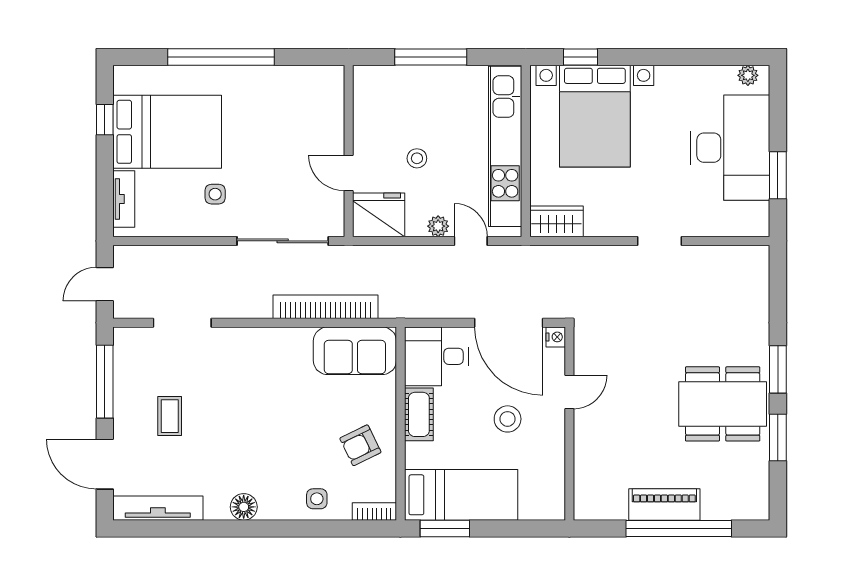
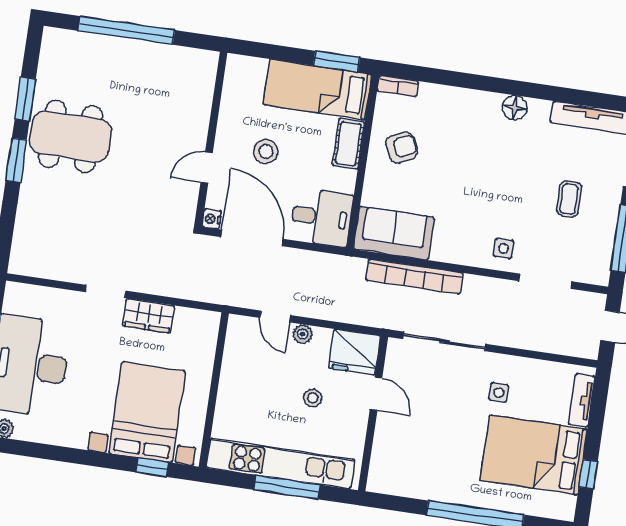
kitchen unit: (505, 146) -> (280, 463), moved, turned -90
wardrobe: (556, 221) -> (149, 316), moved
cot: (419, 414) -> (348, 144), moved
side table: (317, 499) -> (504, 248), moved
piano: (664, 504) -> (136, 54), removed

